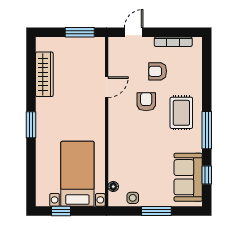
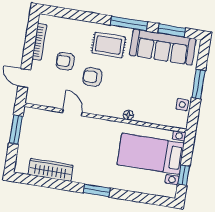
armchair: (158, 71) -> (65, 61), turned 90
window: (207, 175) -> (172, 30), width x1.50
sofa: (188, 177) -> (163, 47), width x1.36
floor lamp: (113, 187) -> (128, 115), moved

